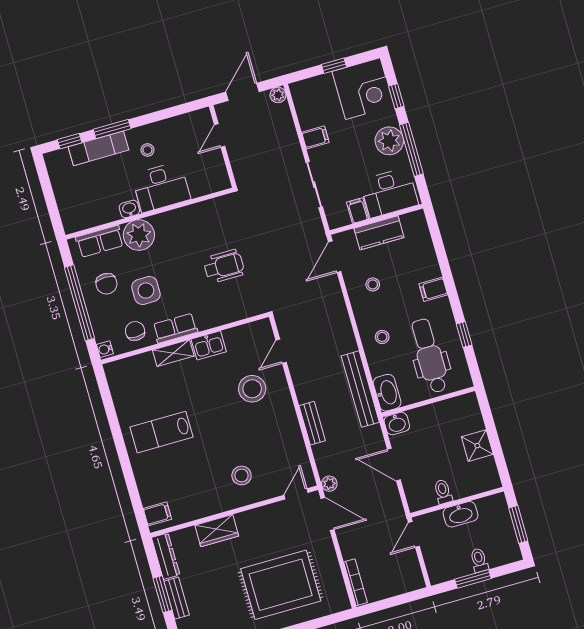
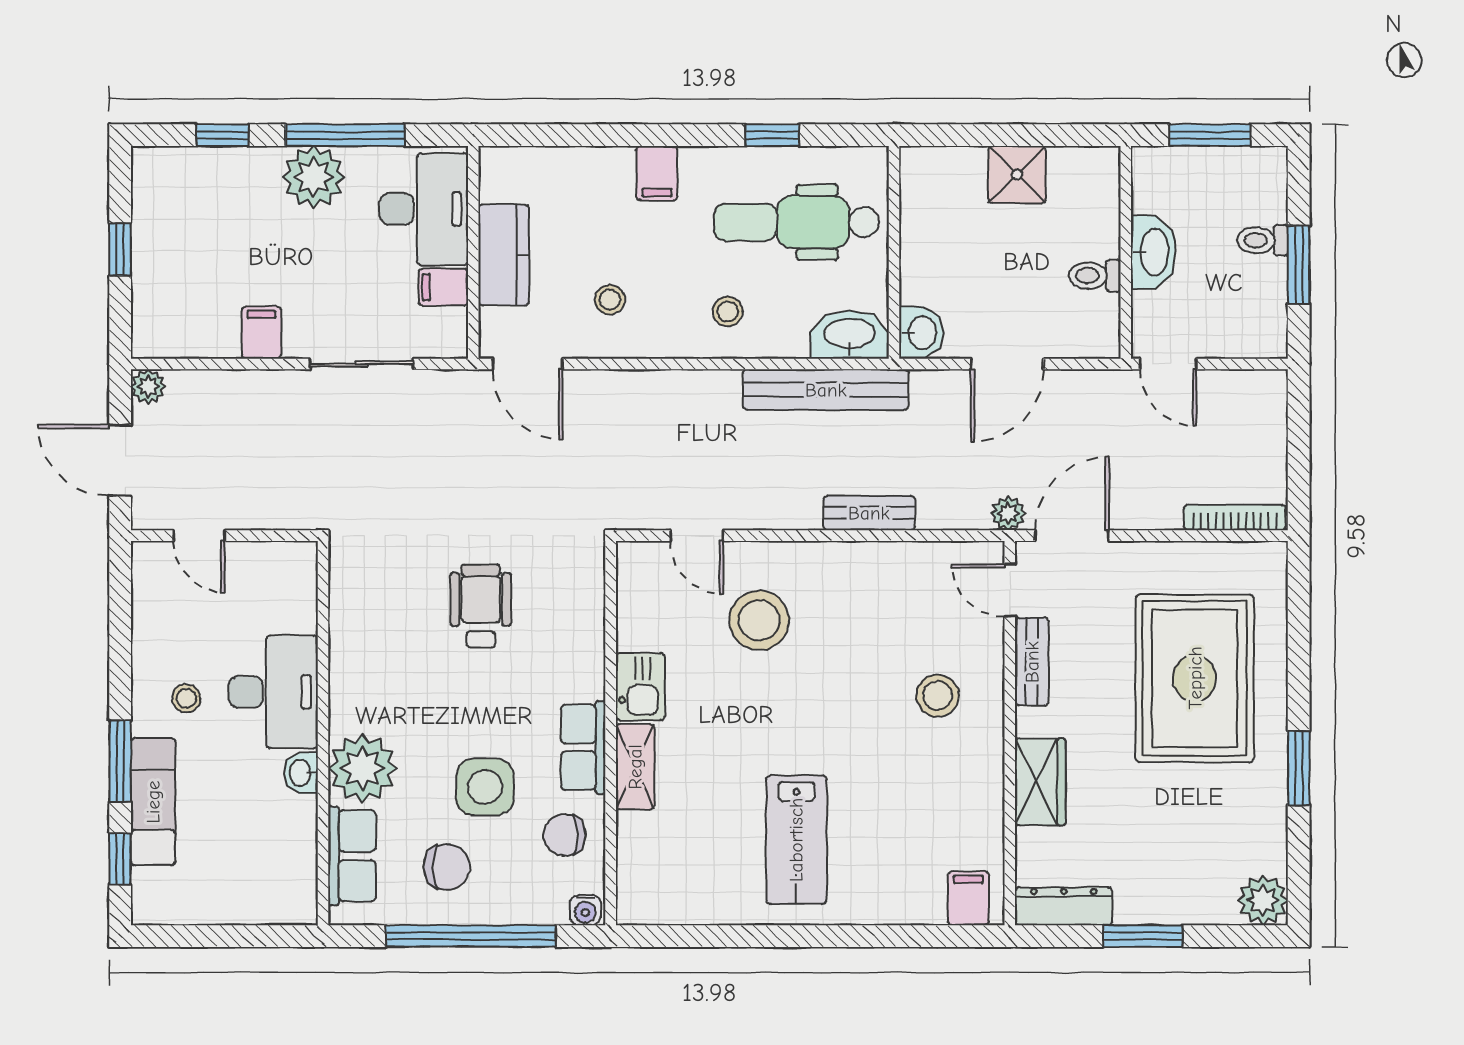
corner desk: (363, 89) -> (186, 202), removed
bench: (177, 598) -> (1032, 662), moved, turned 90

